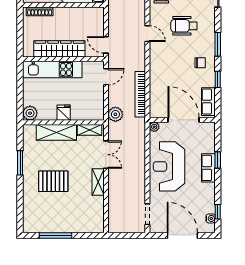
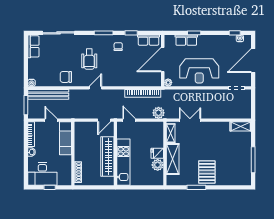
plant: (30, 113) -> (158, 165), moved
row of seats: (208, 168) -> (186, 40), moved
pallet: (53, 181) -> (207, 172), moved
shelving: (98, 182) -> (241, 126), moved

